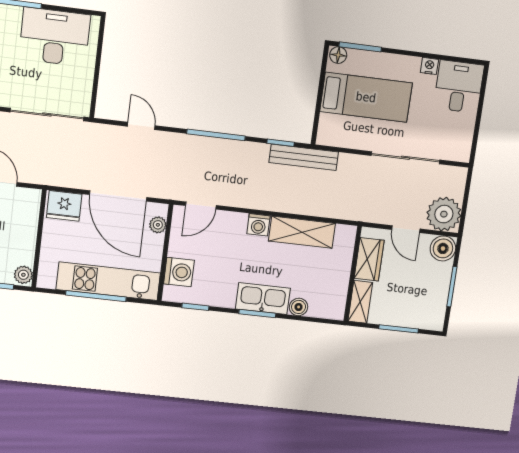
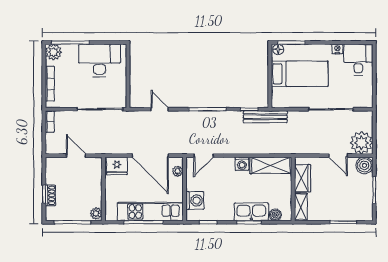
wardrobe: (369, 259) -> (303, 178), moved
wall: (353, 274) -> (293, 189), moved
shelving: (360, 302) -> (301, 207), moved

